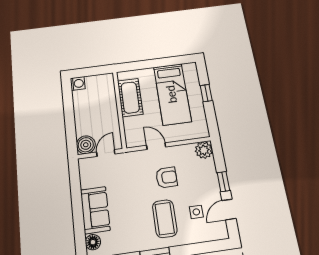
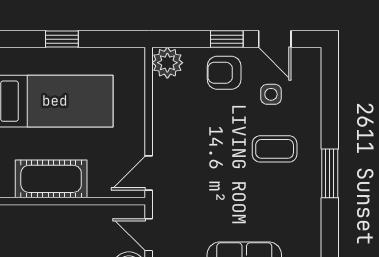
door: (156, 146) -> (149, 173), moved
armchair: (166, 177) -> (224, 73), moved, turned -90
coffee table: (165, 219) -> (275, 149), width x0.73, depth x0.77

